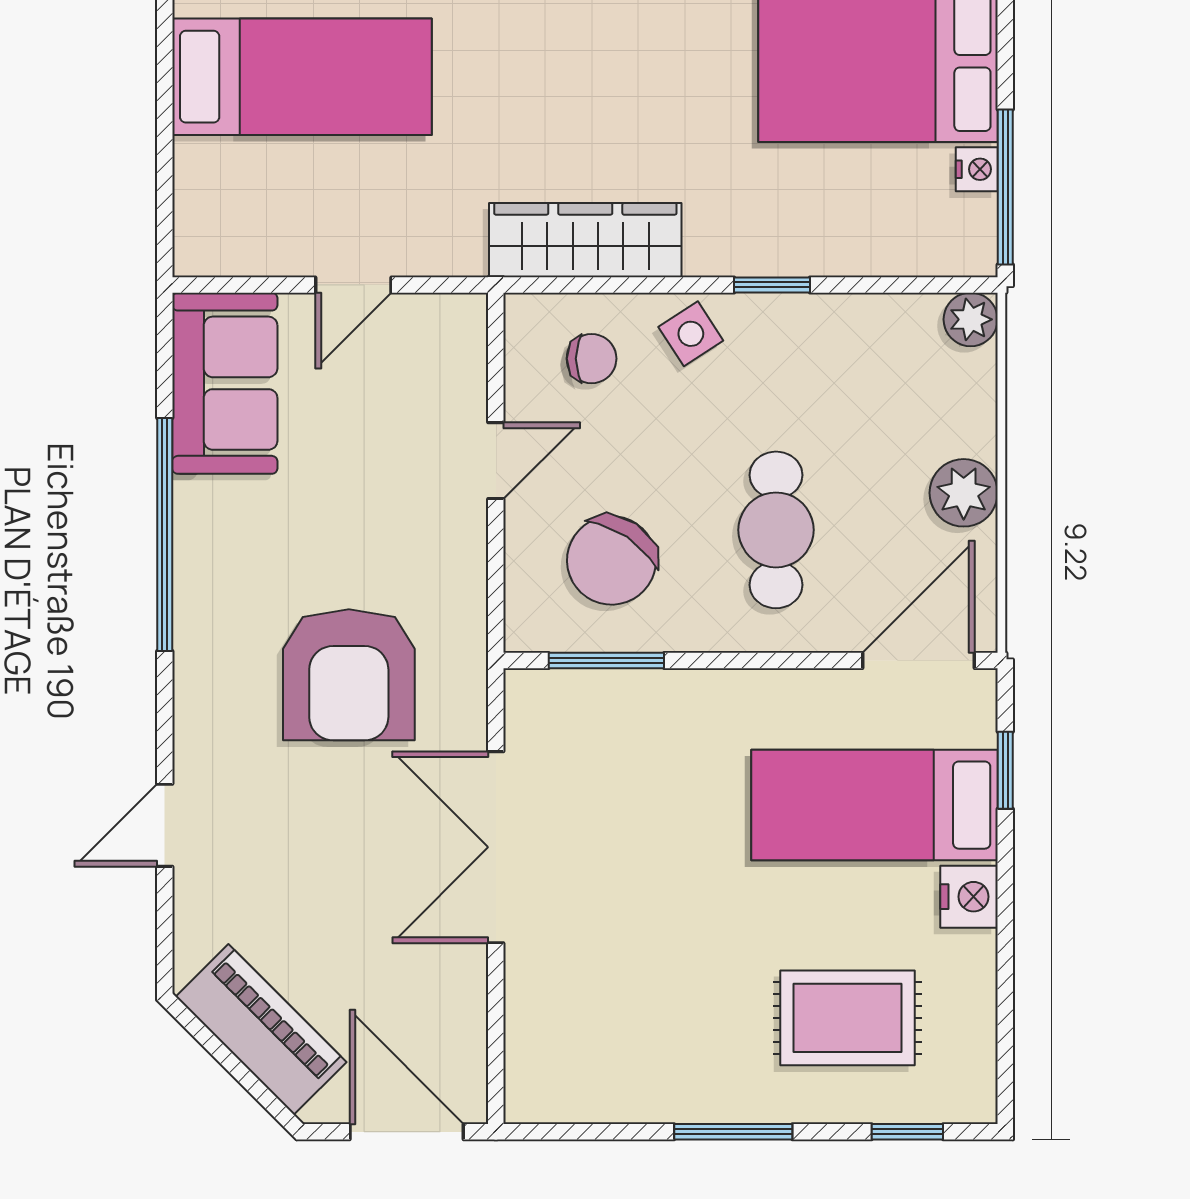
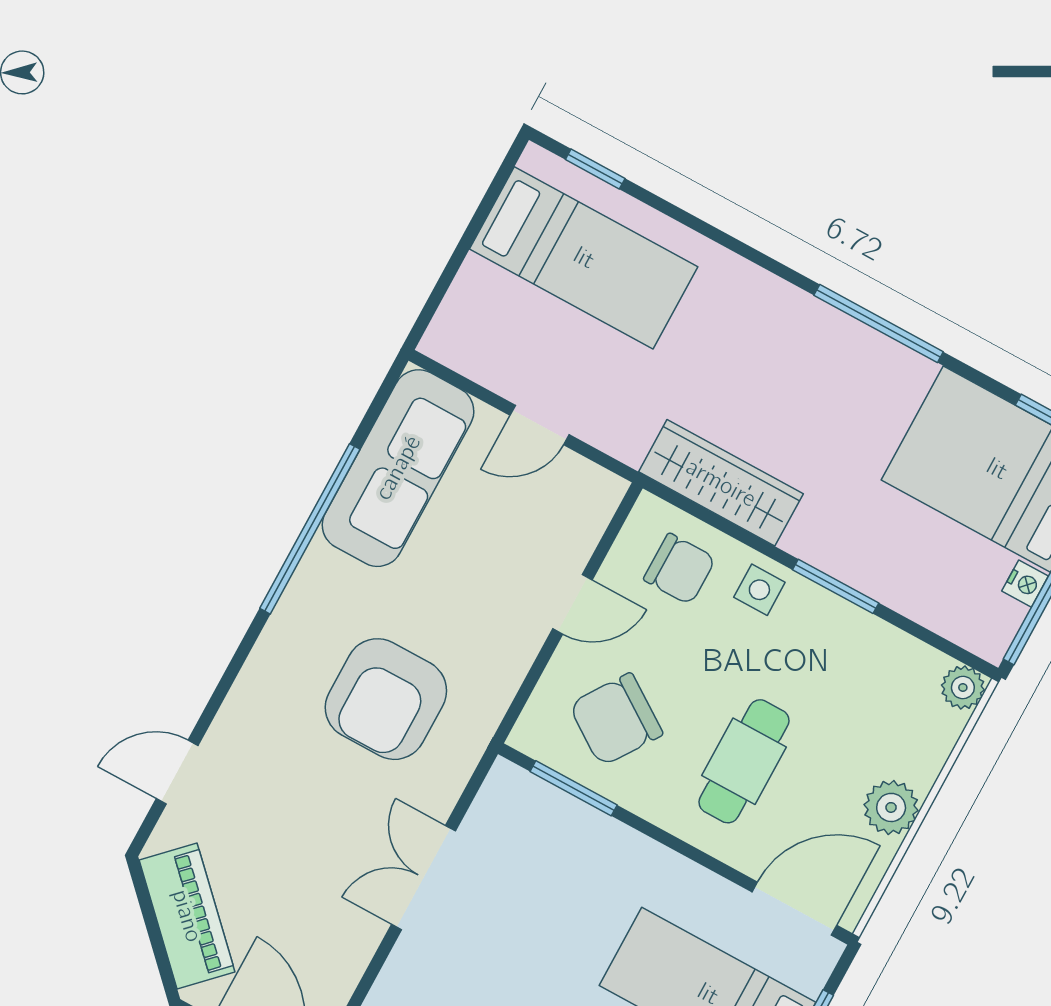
window: (772, 285) -> (836, 586), width x1.50
side table: (691, 334) -> (759, 590), turned 33
chair: (592, 359) -> (680, 569), width x1.37, depth x1.37
sofa: (225, 383) -> (398, 468), width x1.36
door: (165, 825) -> (177, 772), moved
double door: (496, 847) -> (423, 878), width x0.73

